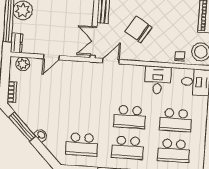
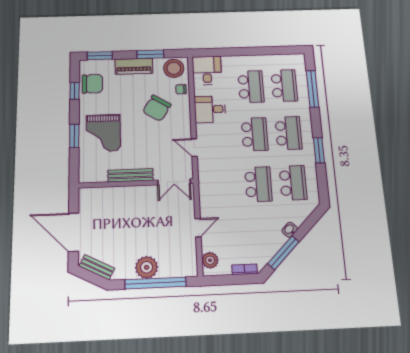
chair: (138, 29) -> (157, 108), moved
dresser: (17, 43) -> (186, 270), removed
door: (51, 57) -> (198, 228), hinge flipped
door: (111, 61) -> (194, 148), moved
school desk: (84, 114) -> (258, 184), added

